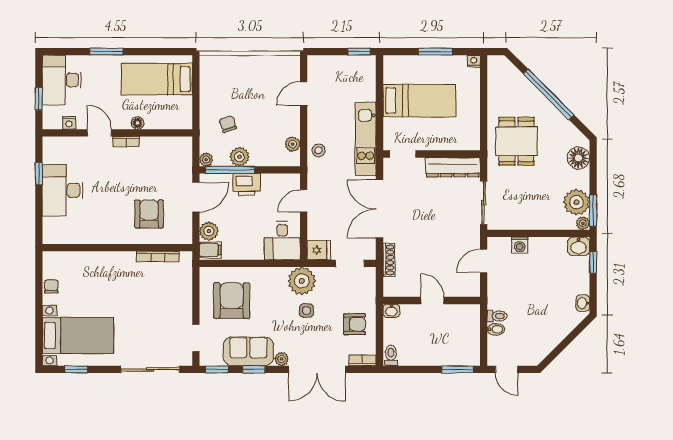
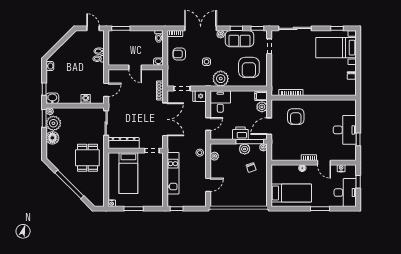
bed: (419, 101) -> (128, 173), moved, turned -90
kitchen unit: (366, 139) -> (173, 173), moved
floor lamp: (578, 158) -> (52, 138), moved
plant: (302, 281) -> (221, 79), moved

